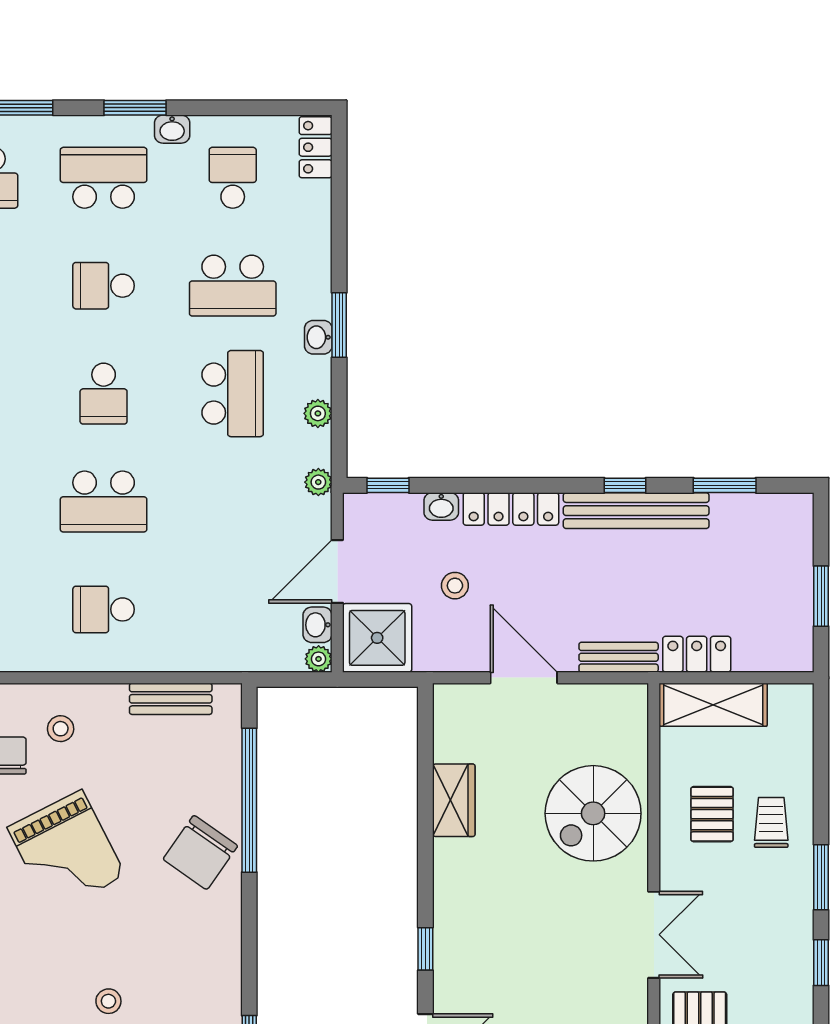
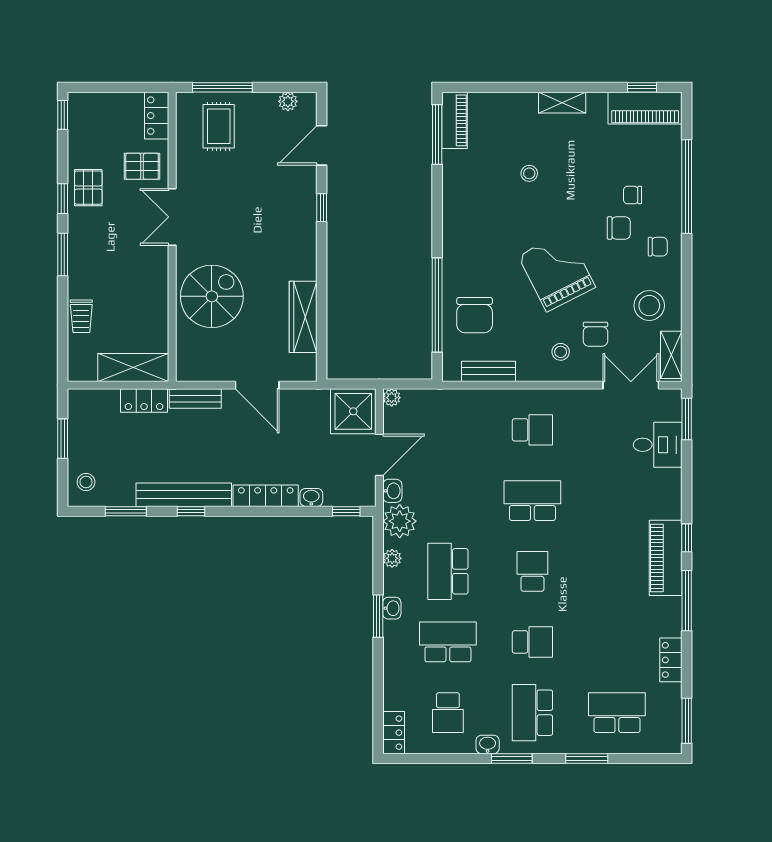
school desk: (104, 178) -> (532, 713), turned 90
plant: (318, 482) -> (400, 521), width x1.88, depth x1.88
stool: (455, 586) -> (86, 482), moved
washbasin: (317, 625) -> (392, 491), moved
wardrobe: (454, 800) -> (303, 317), width x1.50
pallet: (712, 814) -> (88, 188), moved
trolley: (771, 822) -> (81, 316), moved
chair: (200, 852) -> (475, 315), moved, turned 145

